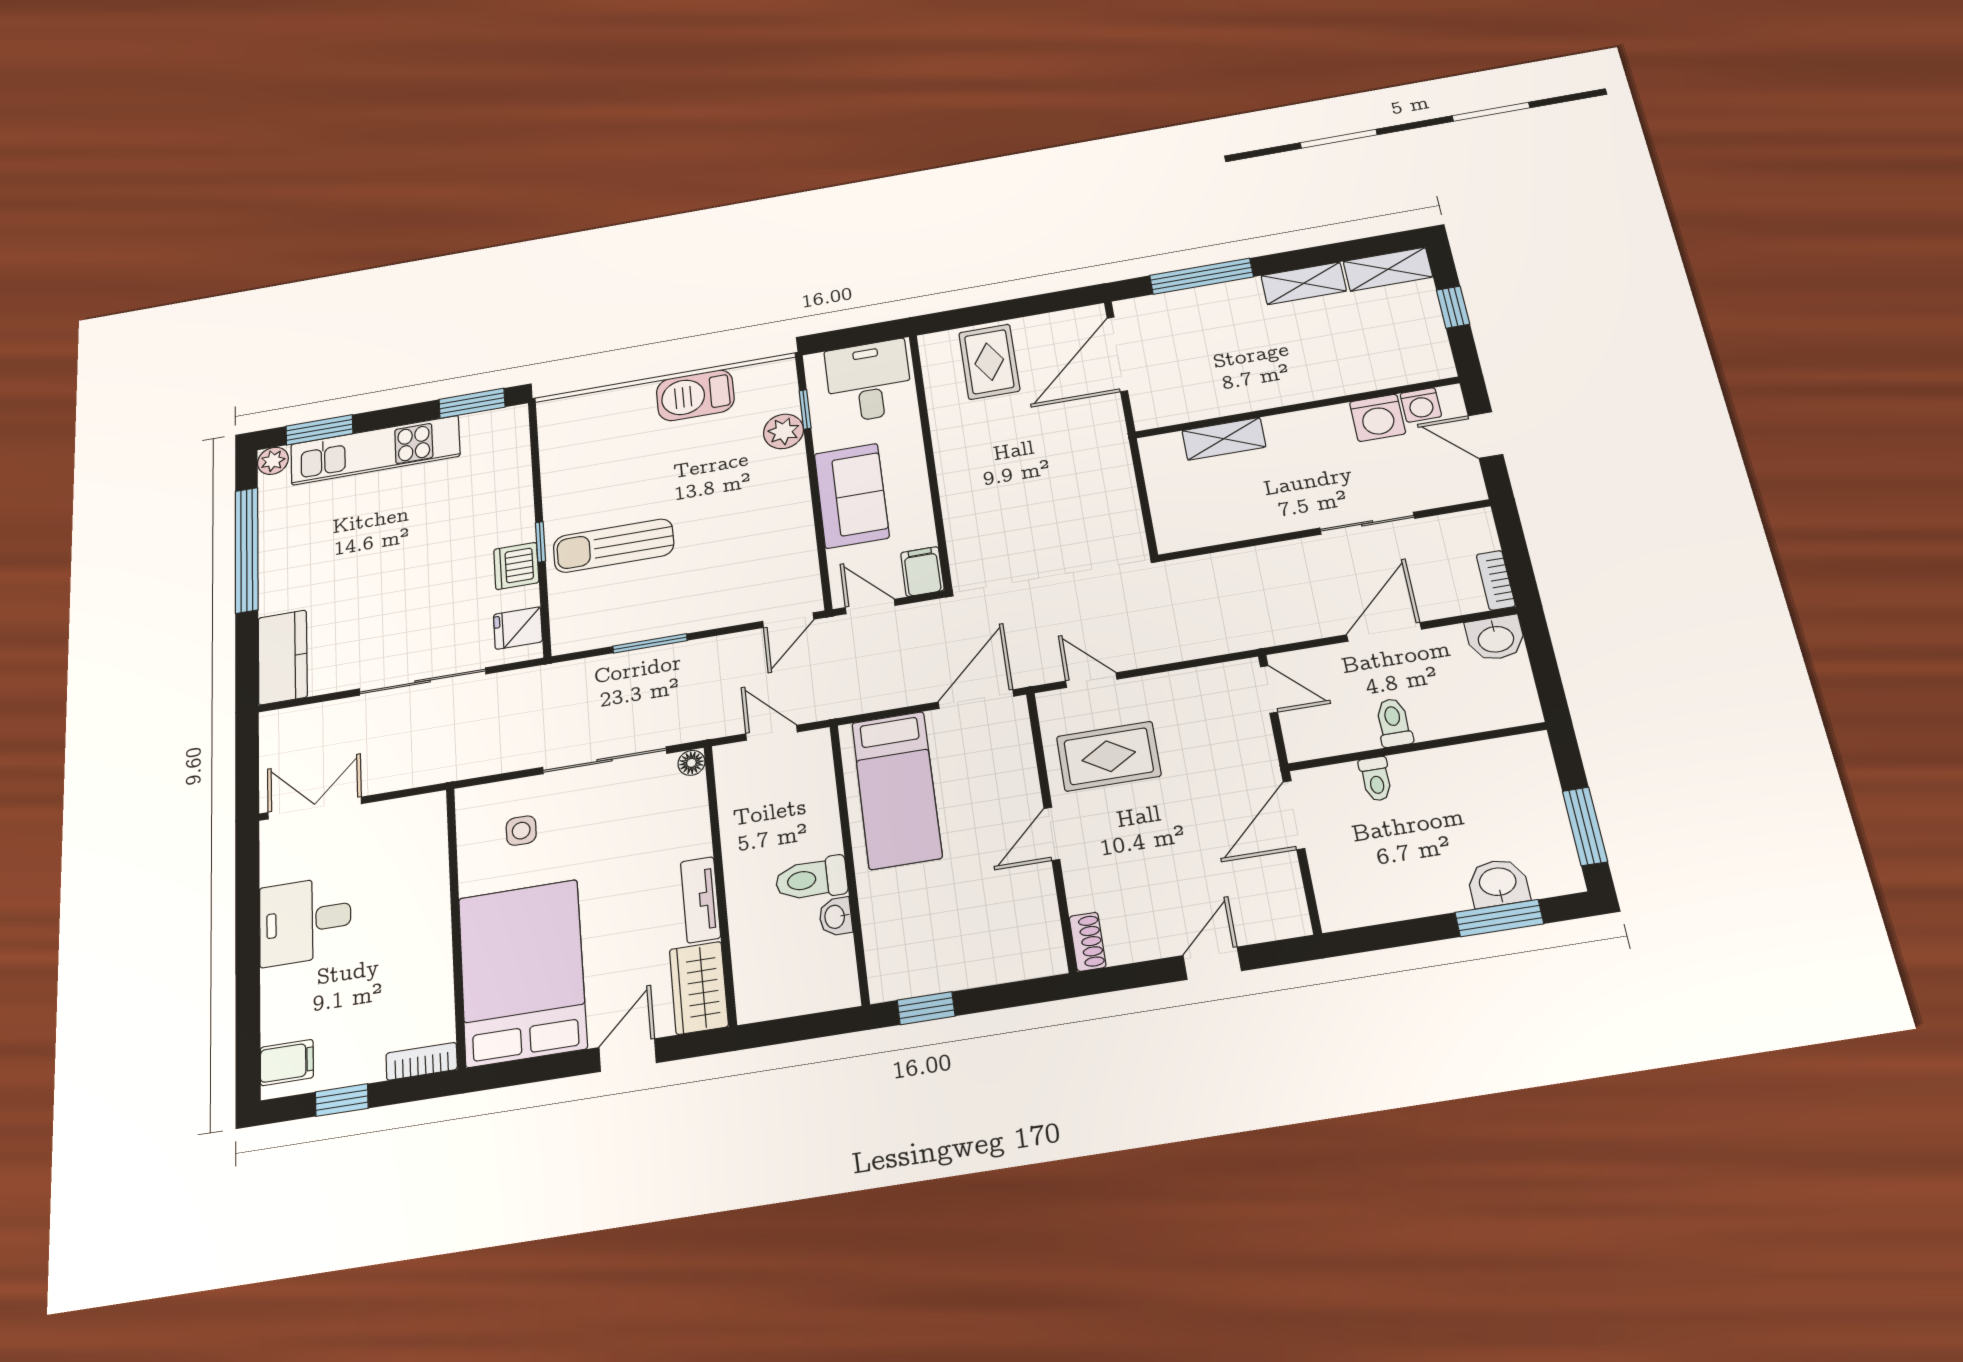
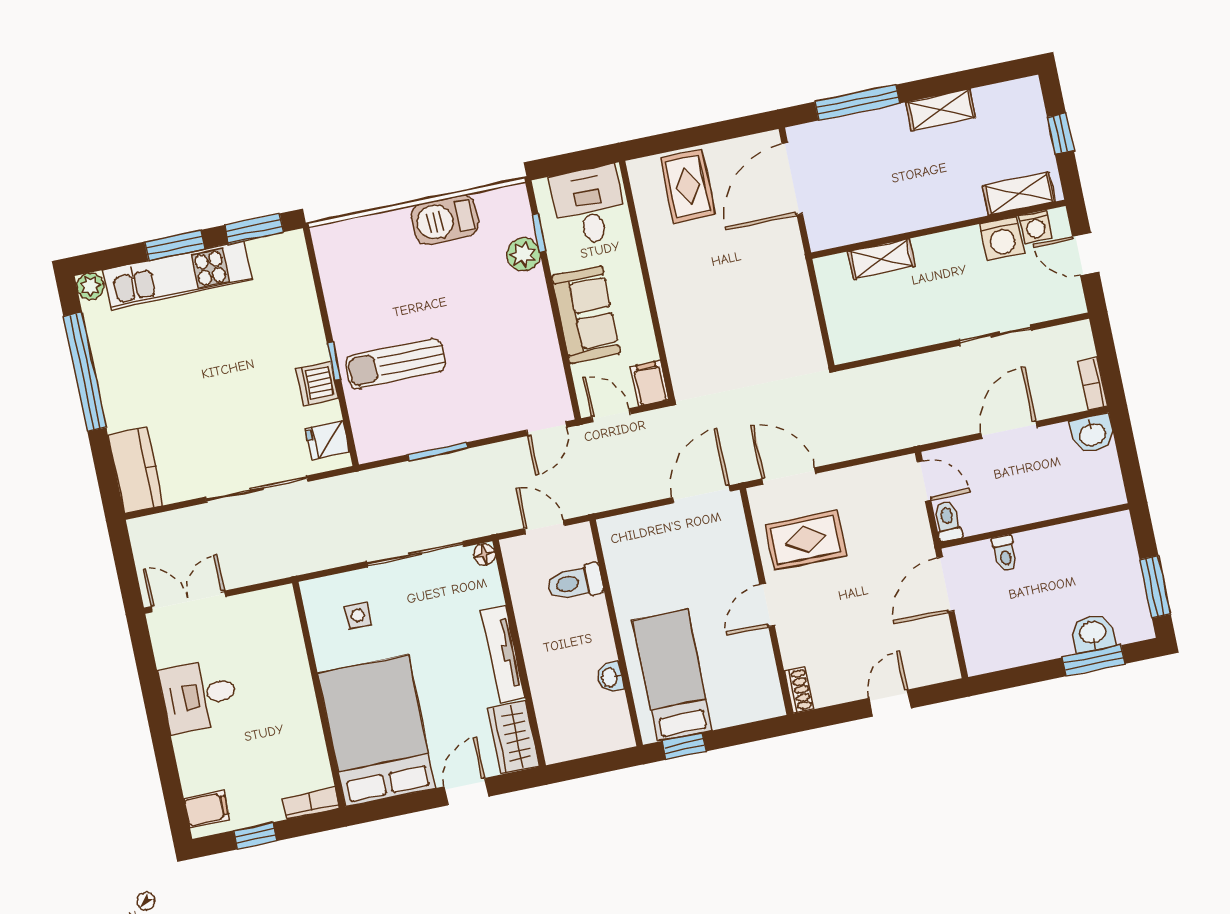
shelving: (1388, 269) -> (1019, 194), moved
window: (319, 430) -> (175, 245), moved
door: (1091, 680) -> (789, 476), width x1.38
toilet: (1394, 723) -> (948, 521), moved
bed: (897, 790) -> (673, 675), moved, turned 180
toilet: (811, 879) -> (575, 583), moved
tv unit: (700, 900) -> (503, 654), width x1.41

